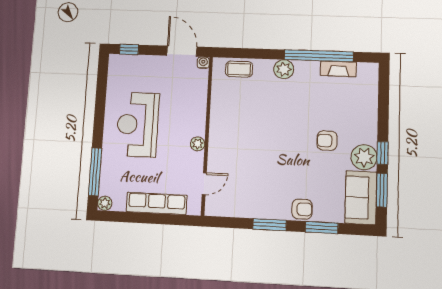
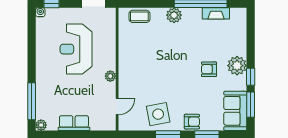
water cooler: (203, 63) -> (40, 12), moved
reception desk: (138, 124) -> (76, 49), moved
plant: (364, 157) -> (237, 66), moved
side table: (257, 197) -> (158, 114), added
row of seats: (157, 203) -> (74, 123), width x0.68

